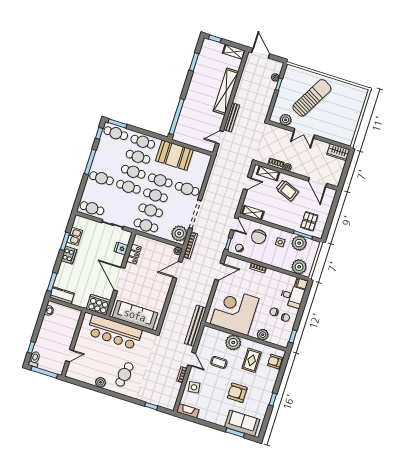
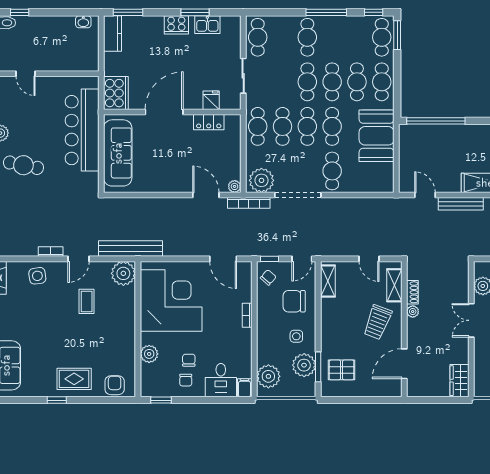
plant: (233, 342) -> (123, 273), moved
rug: (252, 360) -> (74, 379), moved
armchair: (237, 393) -> (50, 343), removed

